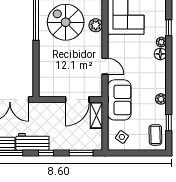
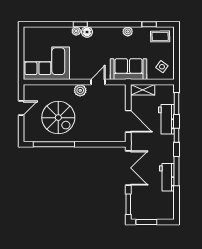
spiral stairs: (66, 22) -> (58, 118), turned -90
plant: (96, 25) -> (80, 90), moved
window: (169, 28) -> (80, 24), moved
door: (77, 100) -> (128, 121), moved
workbench: (32, 142) -> (166, 119), moved

